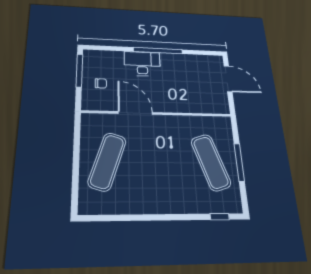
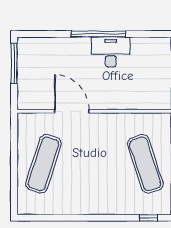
desk: (142, 64) -> (111, 52), moved
chair: (101, 83) -> (36, 78), removed

